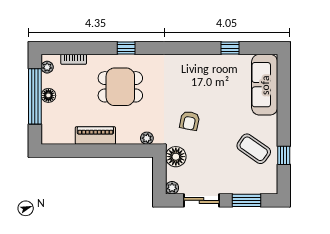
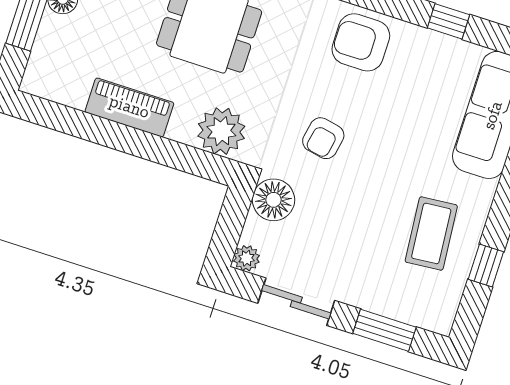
armchair: (193, 71) -> (361, 42), added
plant: (147, 138) -> (221, 131), width x1.88, depth x1.88
coffee table: (254, 149) -> (431, 233), turned 50

